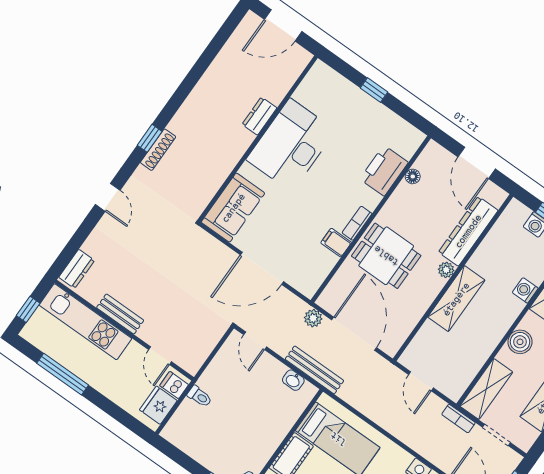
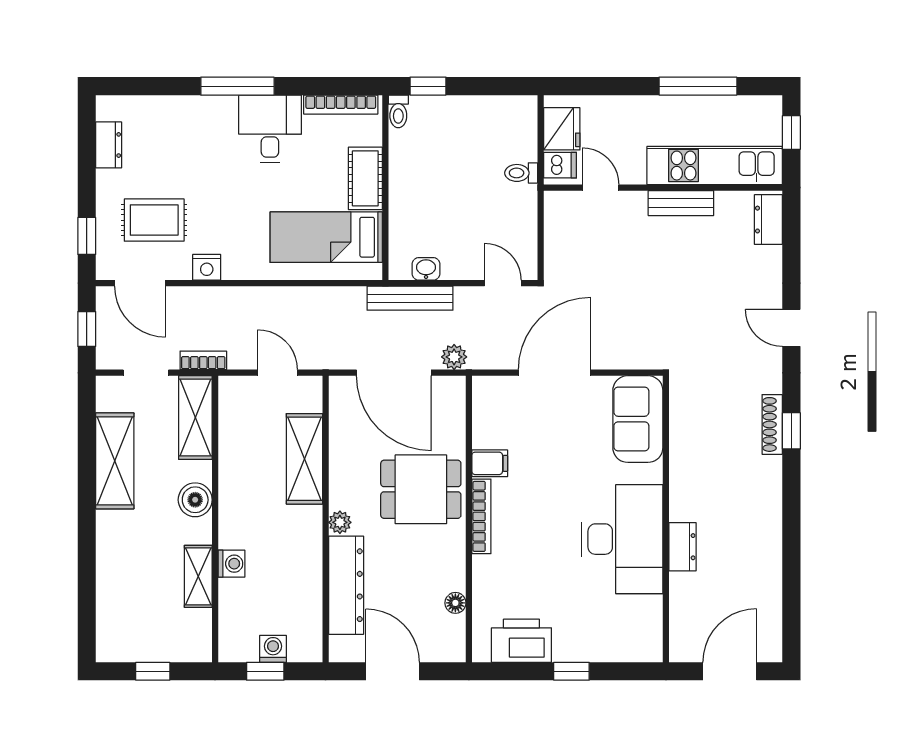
printer: (384, 171) -> (521, 641), moved, turned -90
bookcase: (357, 223) -> (481, 516), width x1.56
shelving: (456, 299) -> (304, 459), moved

